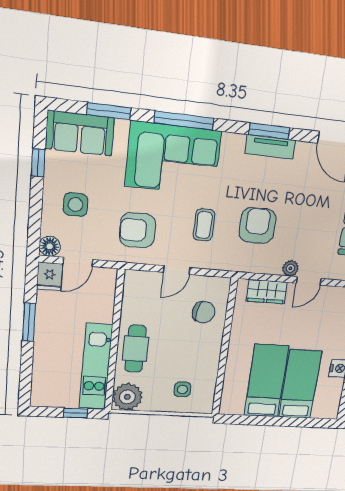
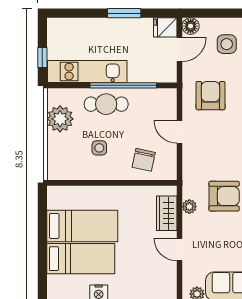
coffee table: (204, 225) -> (220, 150), removed
door: (78, 262) -> (180, 49), swing flipped
plant: (290, 268) -> (189, 207), moved
window: (116, 329) -> (123, 85), added
side table: (182, 389) -> (99, 148), moved
plant: (127, 397) -> (60, 119), moved

